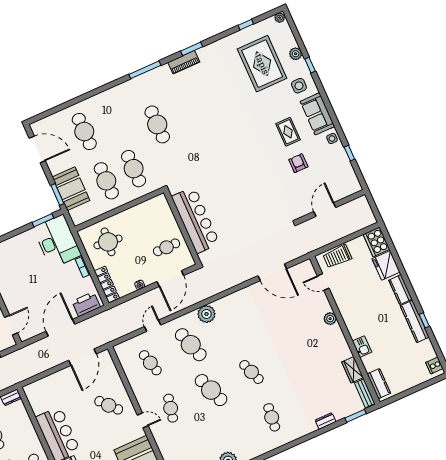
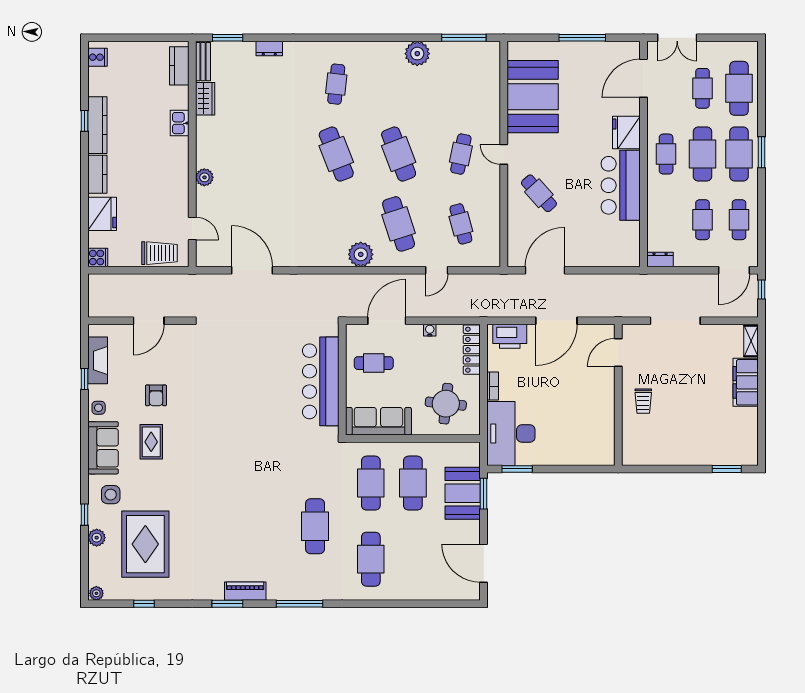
cafe table: (84, 132) -> (371, 559), moved
fireplace: (346, 169) -> (98, 360), added
sofa: (147, 211) -> (378, 421), added
cooker: (376, 242) -> (98, 258), width x0.53, depth x0.76
cafe table: (251, 372) -> (336, 154), width x1.37, depth x1.35

